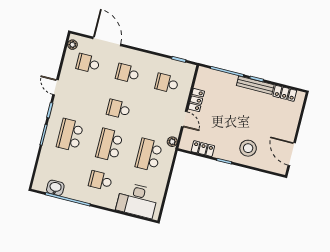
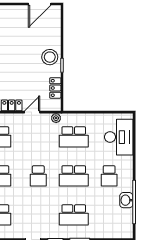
stool: (248, 148) -> (50, 57), moved
washbasin: (55, 188) -> (126, 200), moved

